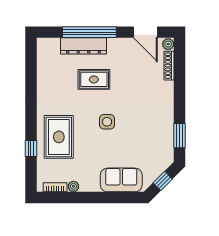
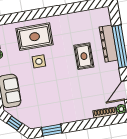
side table: (107, 122) -> (39, 61), moved
window: (31, 149) -> (22, 17), removed

